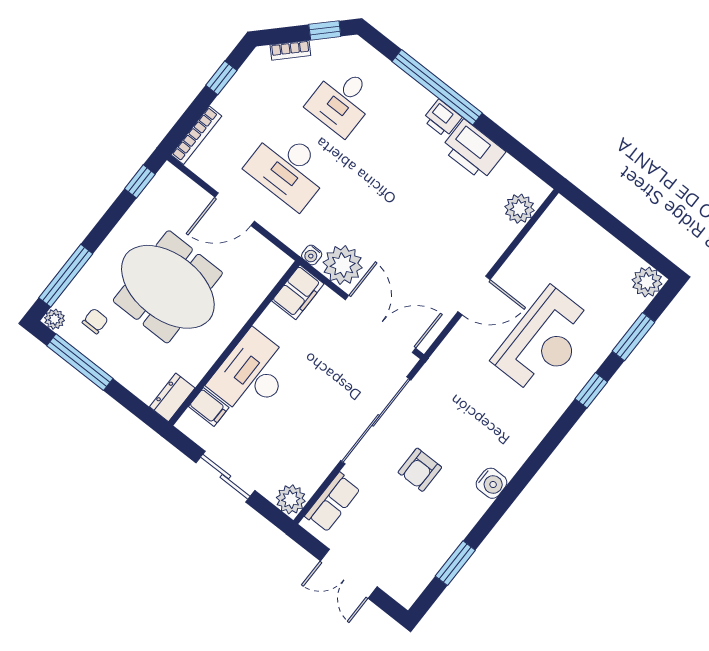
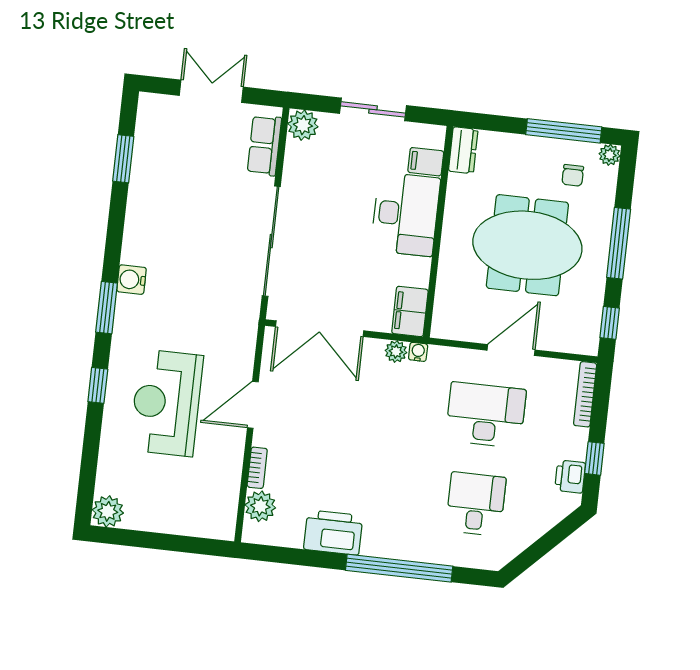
window: (325, 30) -> (529, 557), removed
bookcase: (290, 50) -> (257, 468), moved, turned 135
printer: (442, 118) -> (570, 477), moved, turned -90
plant: (343, 265) -> (396, 352), width x0.53, depth x0.53
window: (66, 276) -> (619, 243), moved
window: (633, 337) -> (107, 308), moved
armchair: (420, 470) -> (205, 222), removed
water cooler: (491, 483) -> (132, 280), moved

